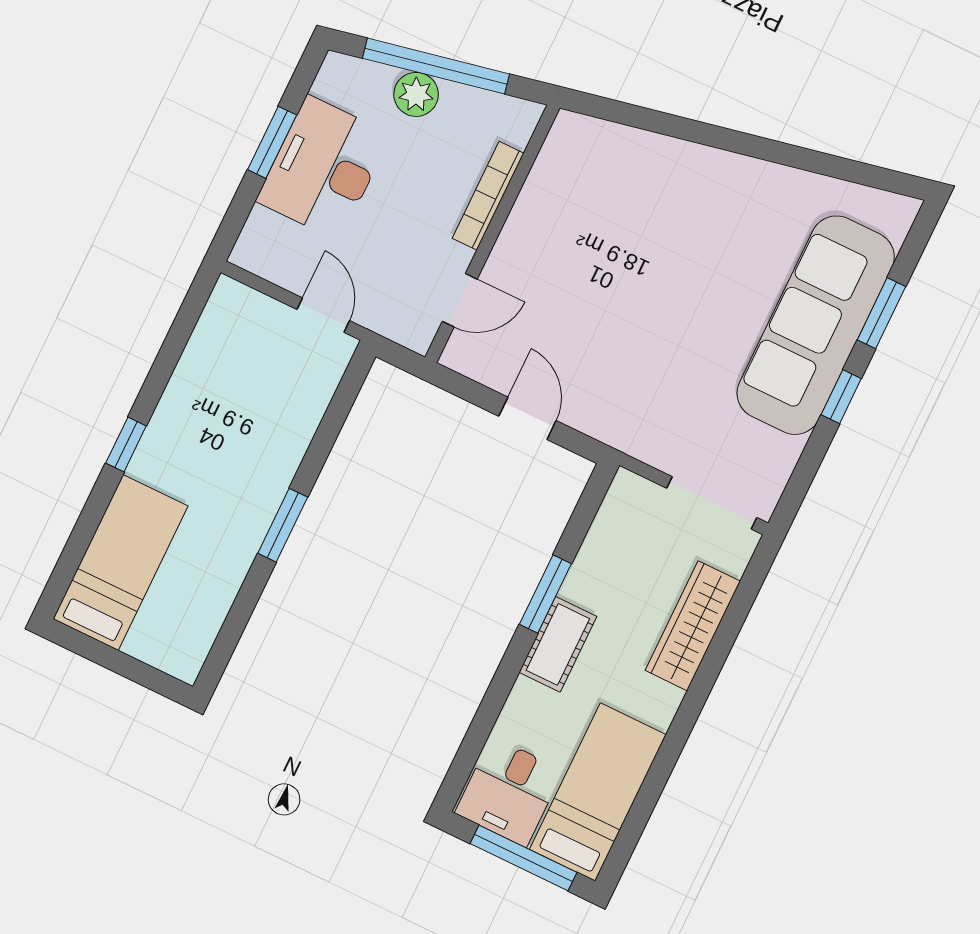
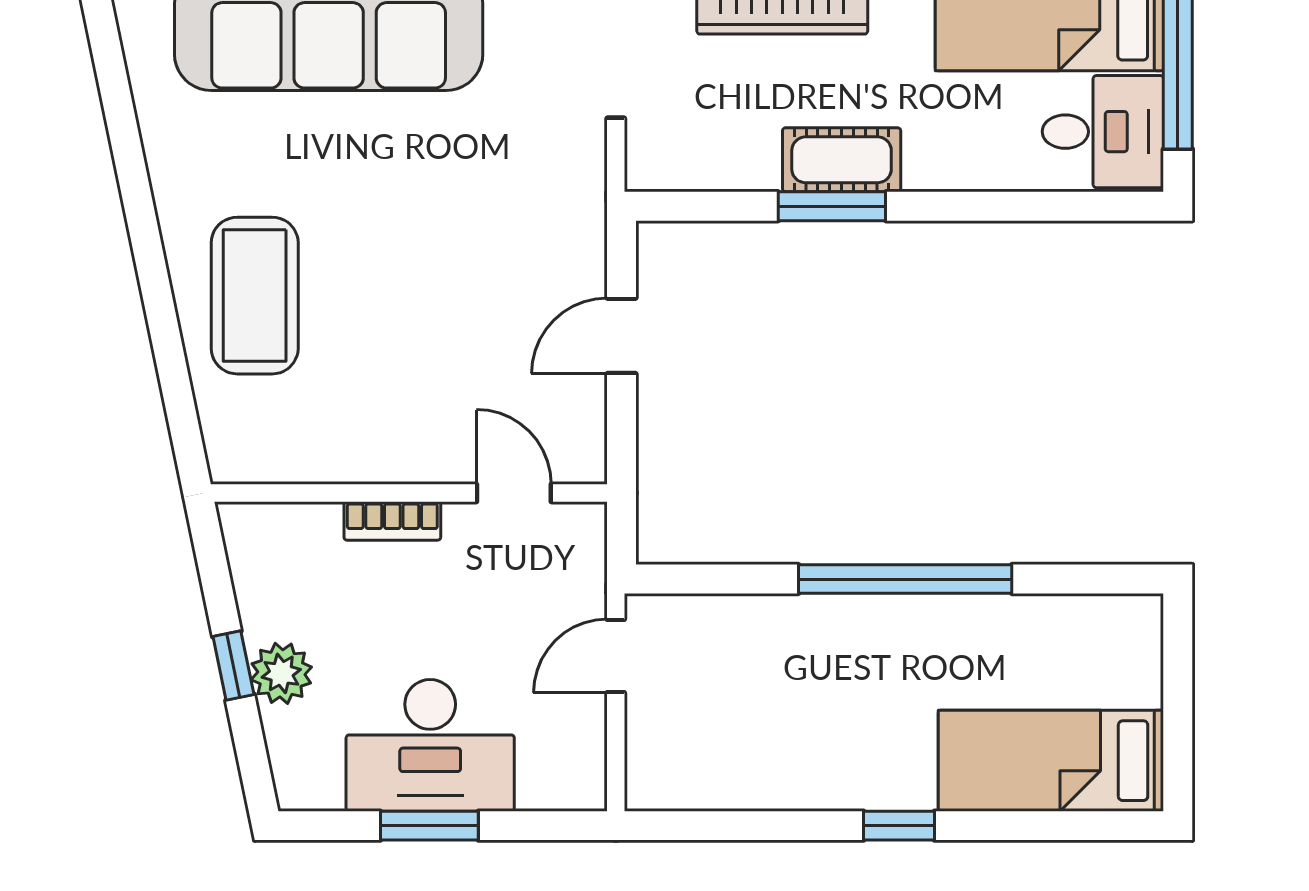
window: (436, 66) -> (233, 666), width x0.32
coffee table: (667, 195) -> (255, 296), added
bookcase: (488, 196) -> (392, 521), width x0.64
window: (283, 525) -> (905, 579), width x2.11
cot: (558, 644) -> (842, 160), moved

